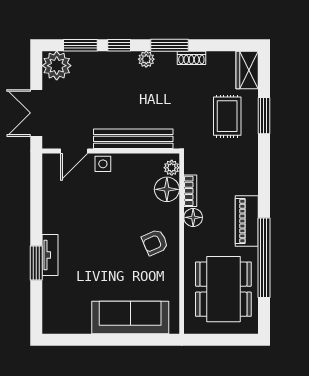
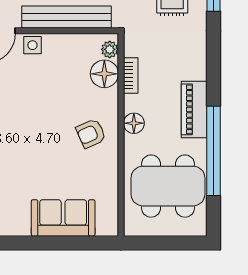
floor lamp: (193, 217) -> (134, 123), moved
dining table: (223, 289) -> (168, 186), turned 90
sofa: (130, 317) -> (63, 218), width x0.73

